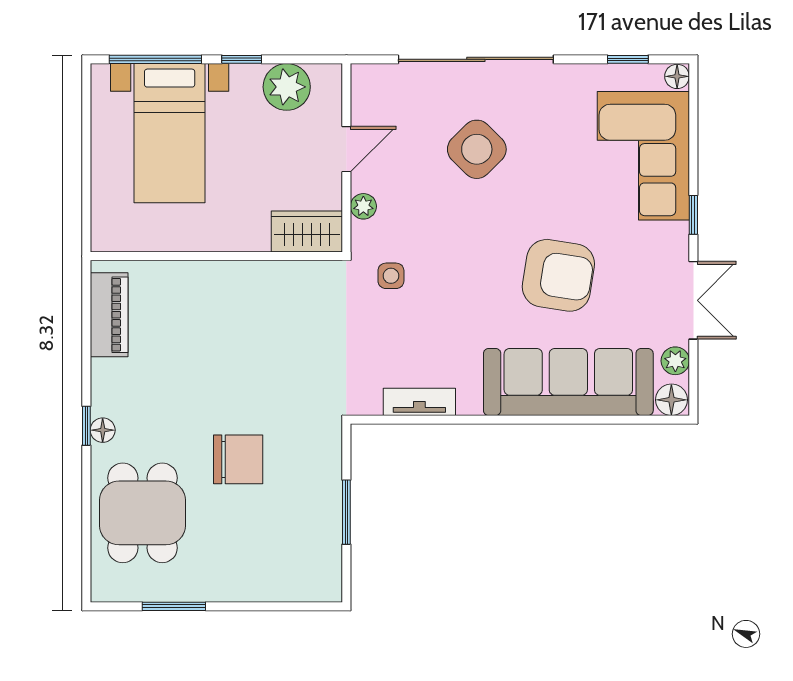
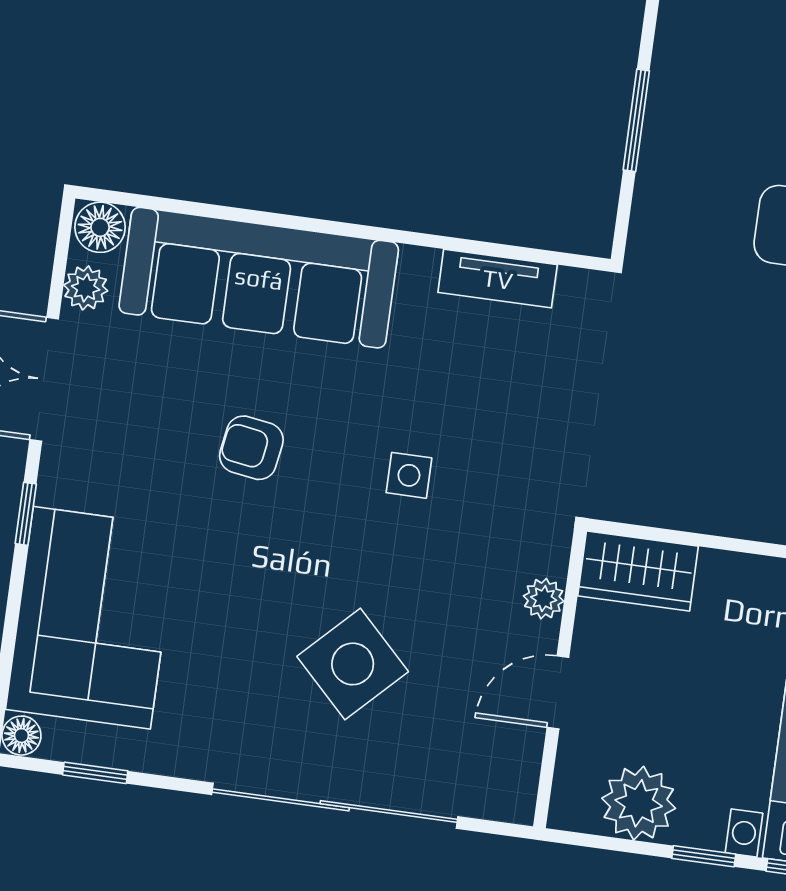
armchair: (558, 275) -> (251, 448), width x0.53, depth x0.53
side table: (391, 276) -> (409, 475), moved

